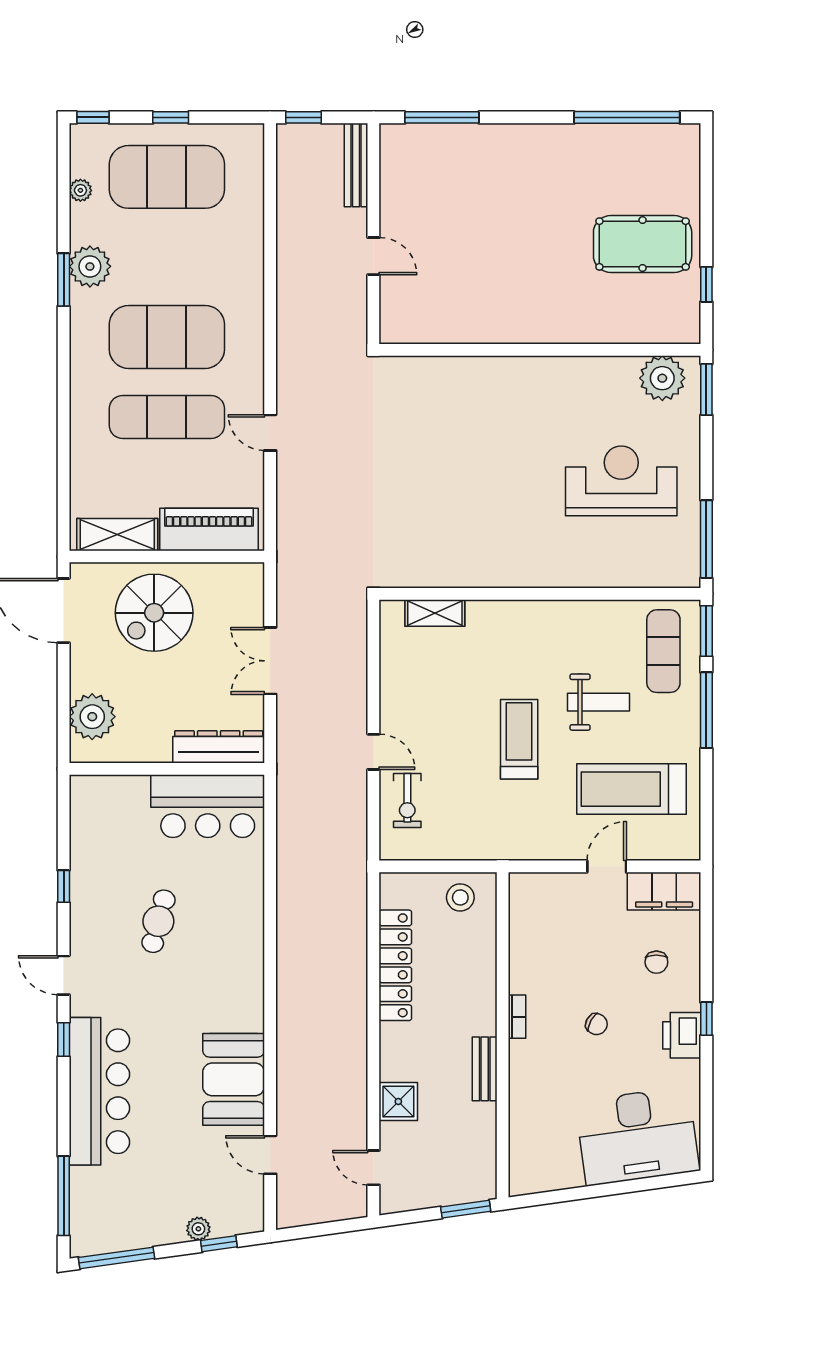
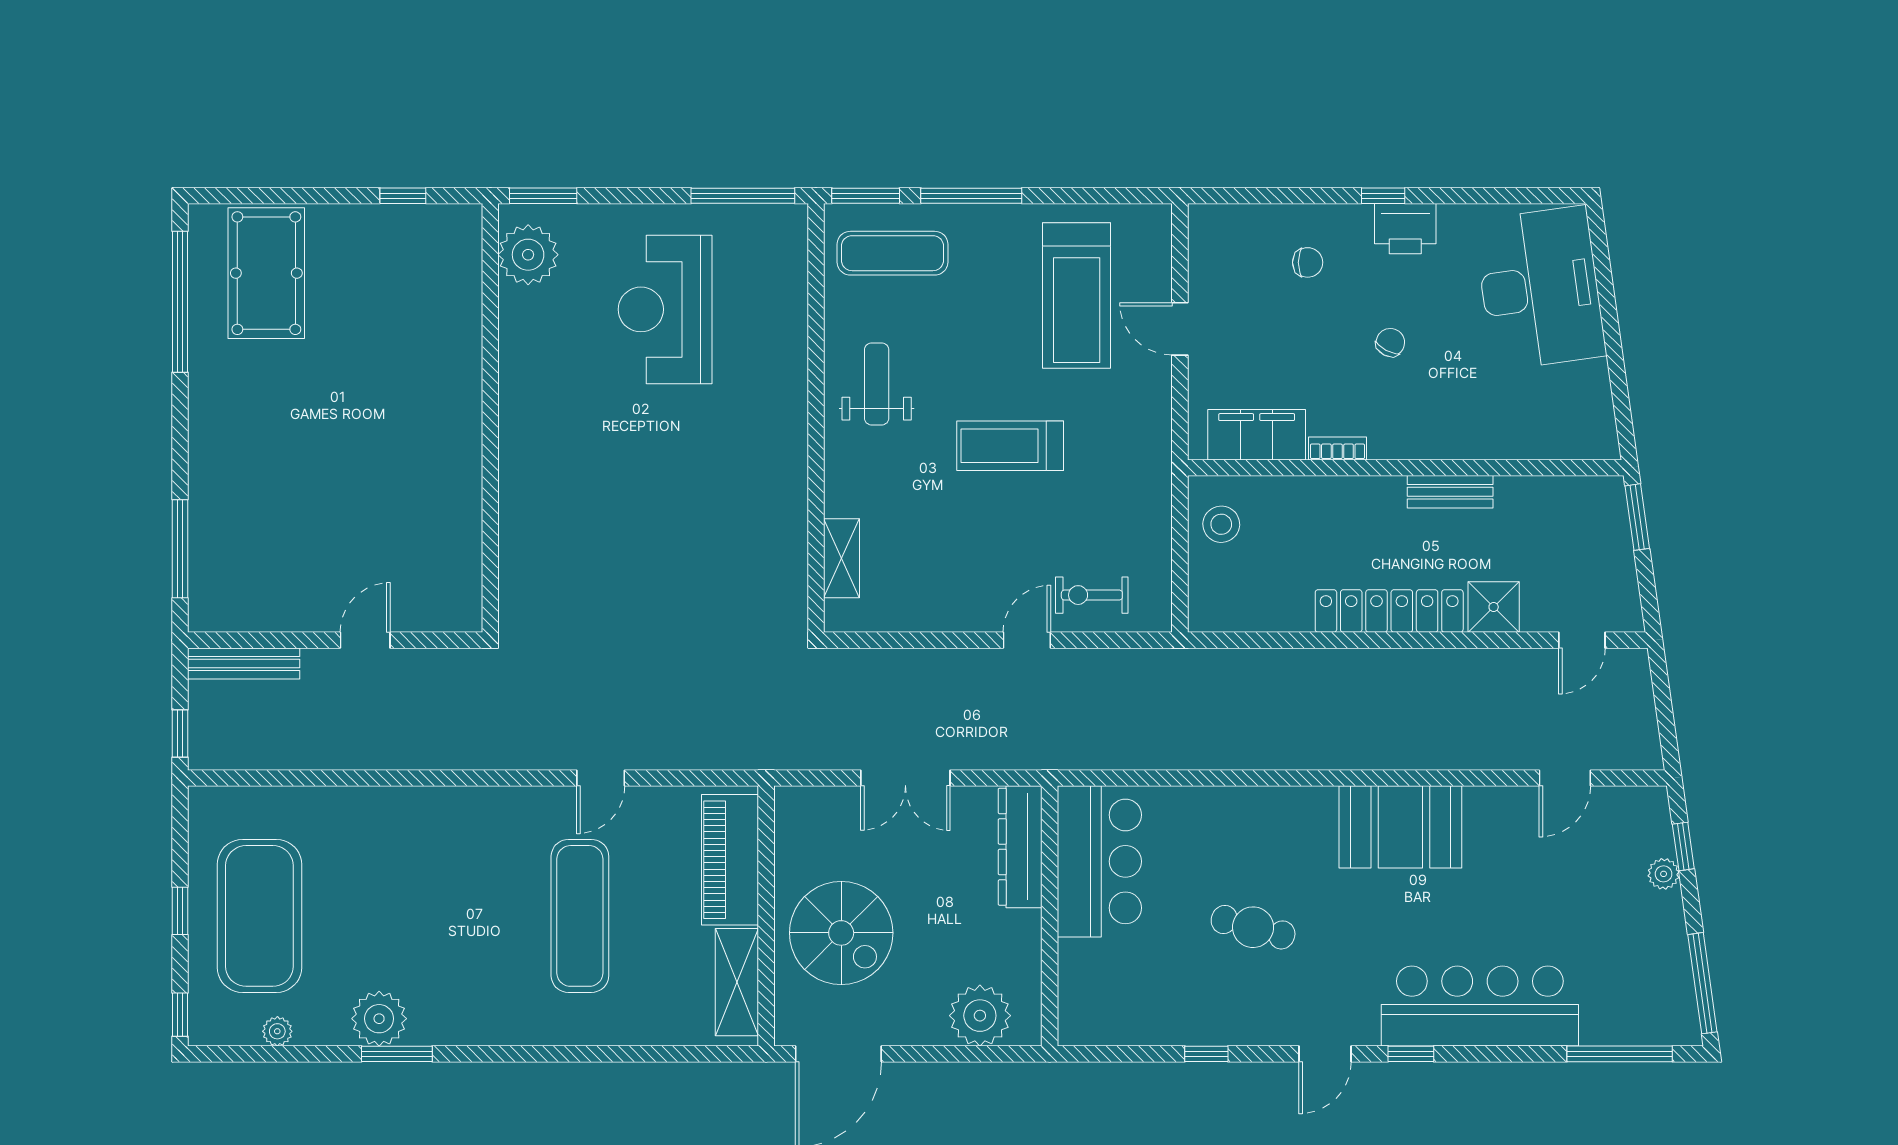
pool table: (643, 244) -> (266, 273), moved
exercise mat: (167, 337) -> (473, 916), removed
weight bench: (599, 702) -> (877, 384), moved
exercise bike: (407, 800) -> (1092, 595), turned 180
filing cabinet: (664, 891) -> (1257, 435), moved, turned -90
locker: (395, 965) -> (1389, 611), moved
bookcase: (517, 1017) -> (1337, 449), moved
booth: (234, 1079) -> (1400, 827), moved

